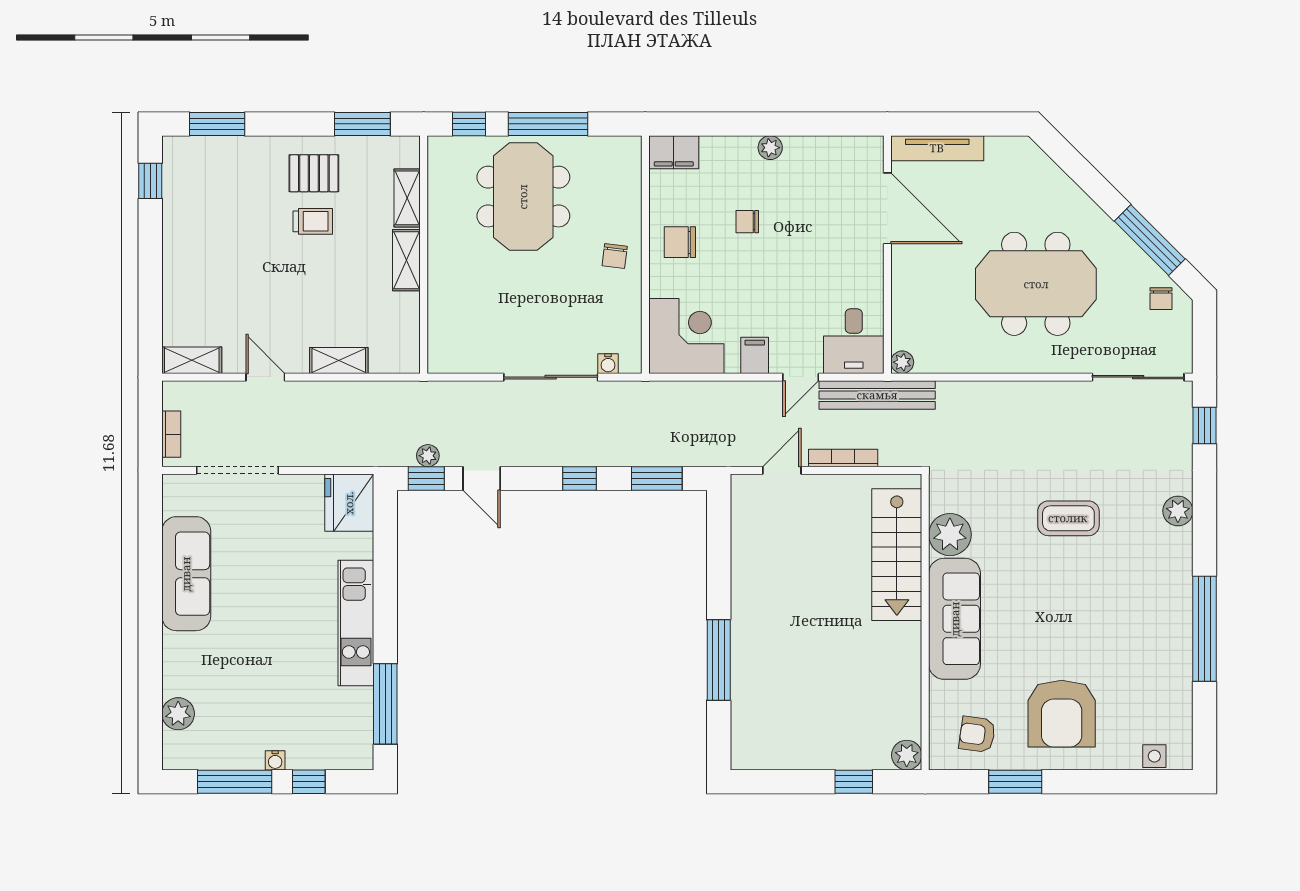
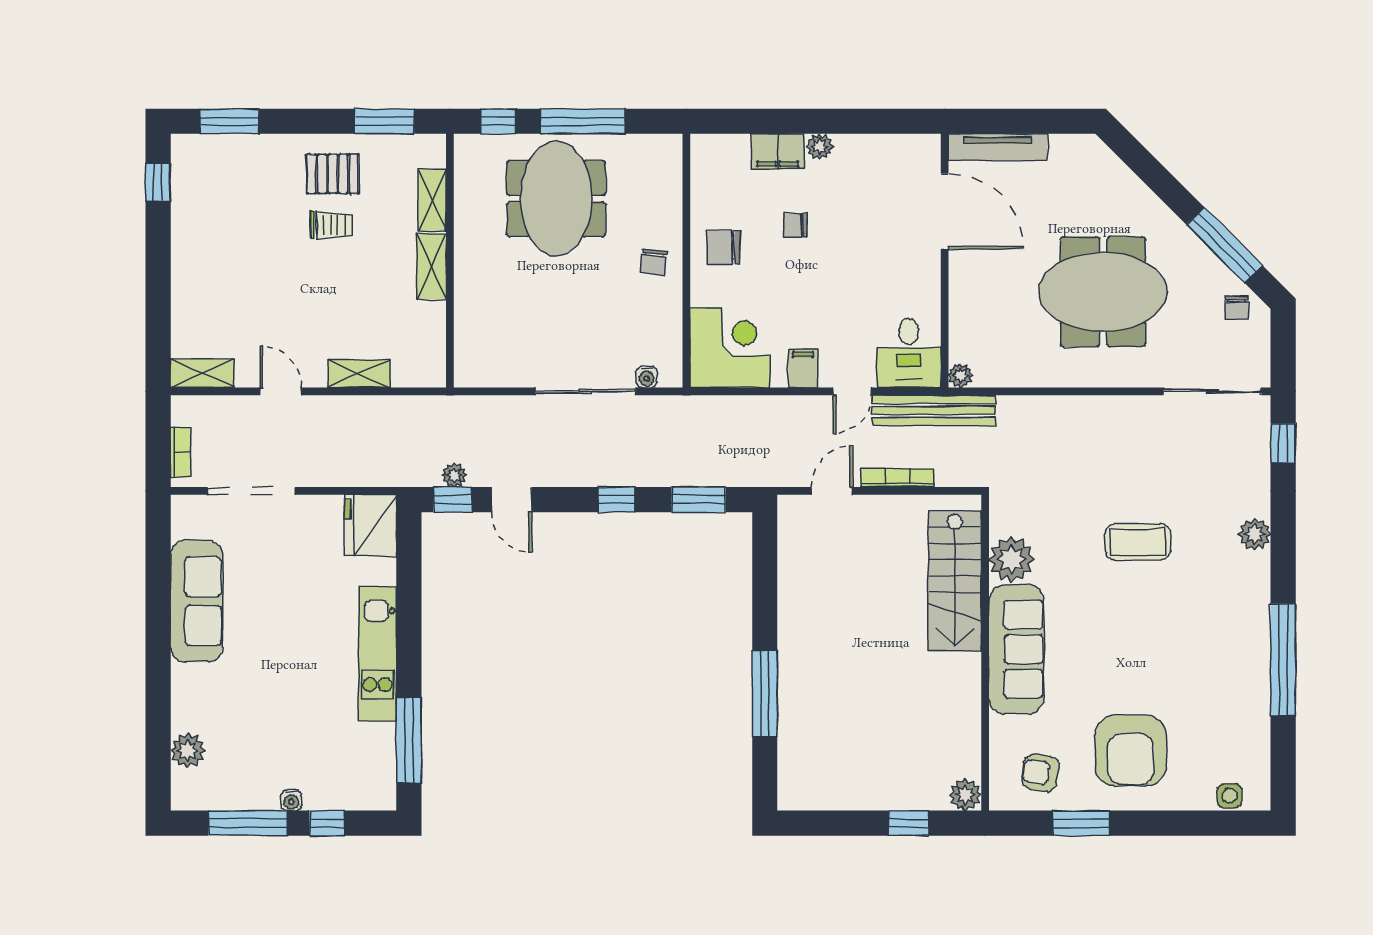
filing cabinet: (674, 152) -> (778, 151), moved

